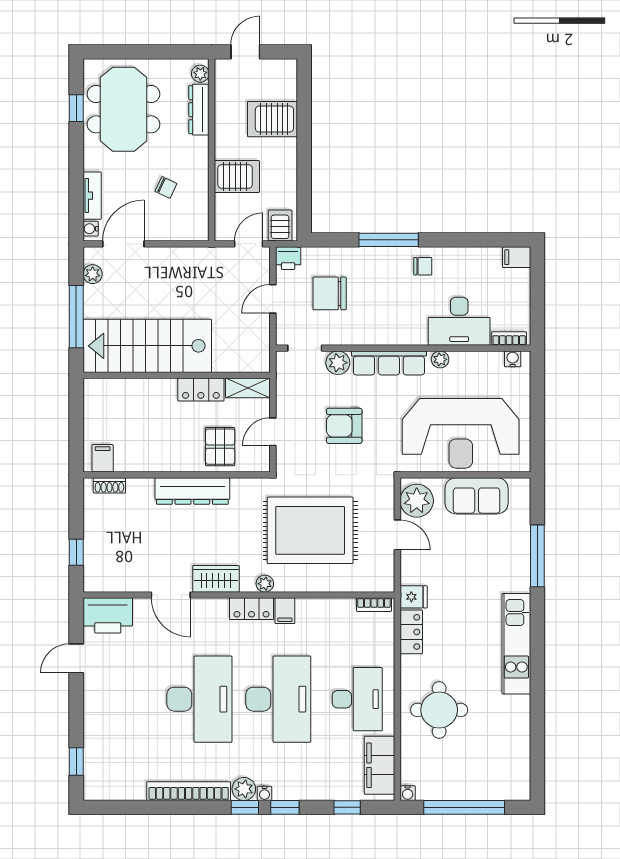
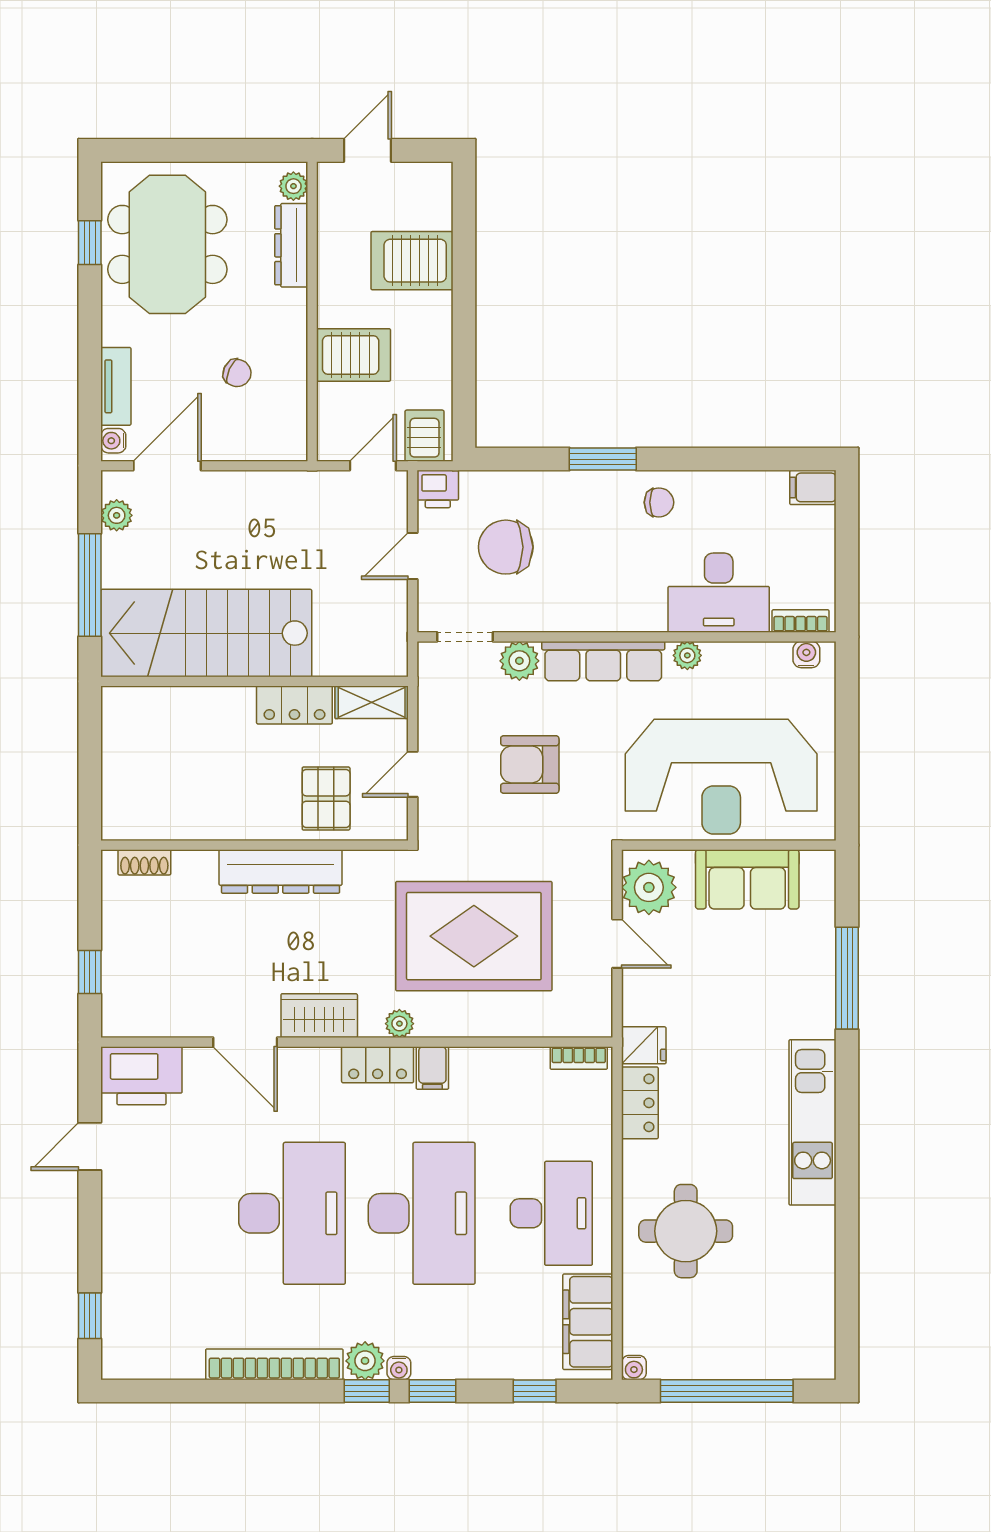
window: (389, 240) -> (603, 459), width x0.69
filing cabinet: (103, 458) -> (133, 818), removed

